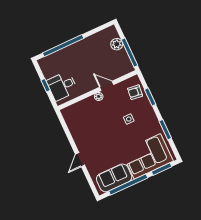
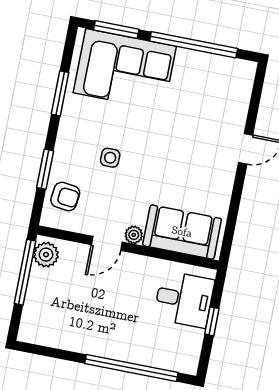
plant: (117, 44) -> (46, 255), moved
door: (107, 86) -> (107, 243), hinge flipped
sofa: (114, 178) -> (182, 232), moved, turned 180

